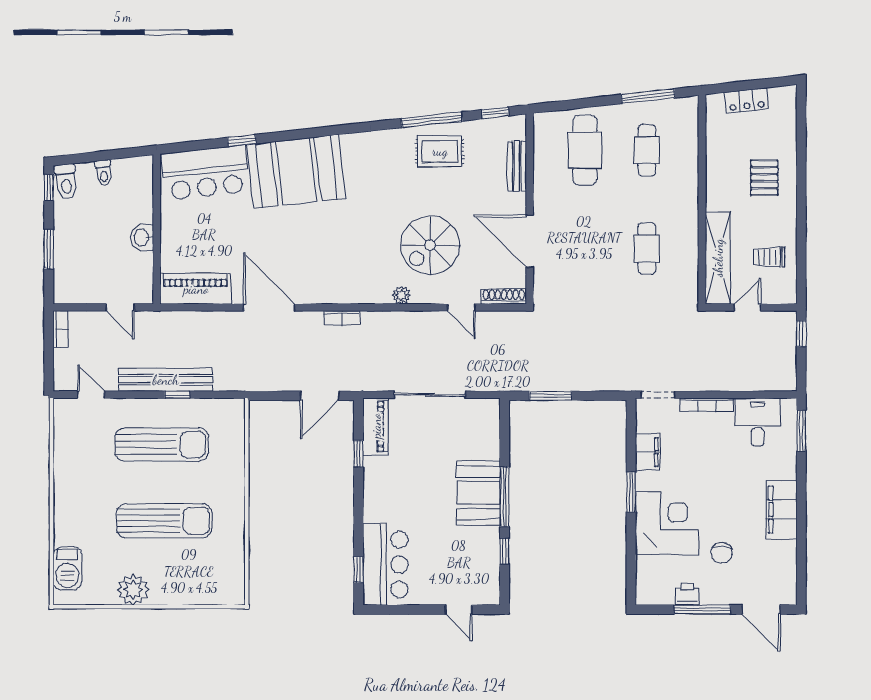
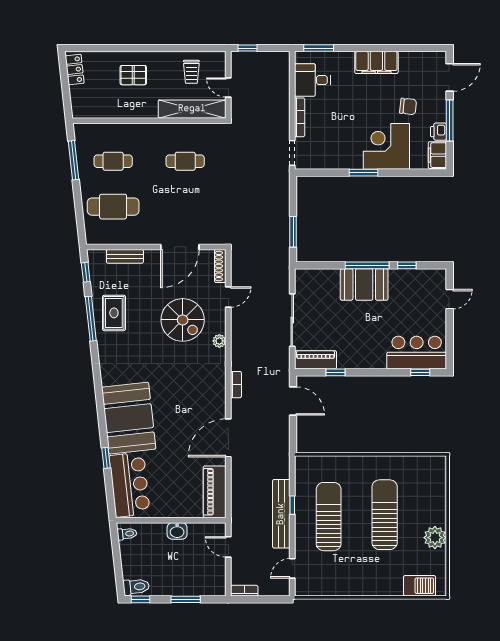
locker: (746, 101) -> (75, 70), moved
toilet: (104, 173) -> (127, 534), moved
door: (120, 307) -> (228, 547), swing flipped
filing cabinet: (648, 452) -> (437, 155), moved, turned -90

